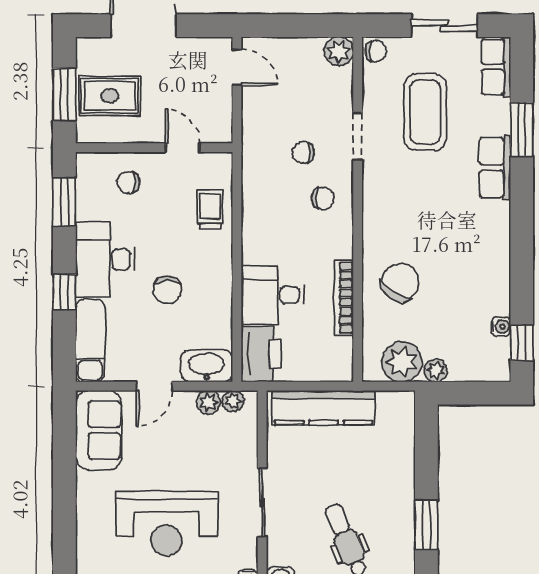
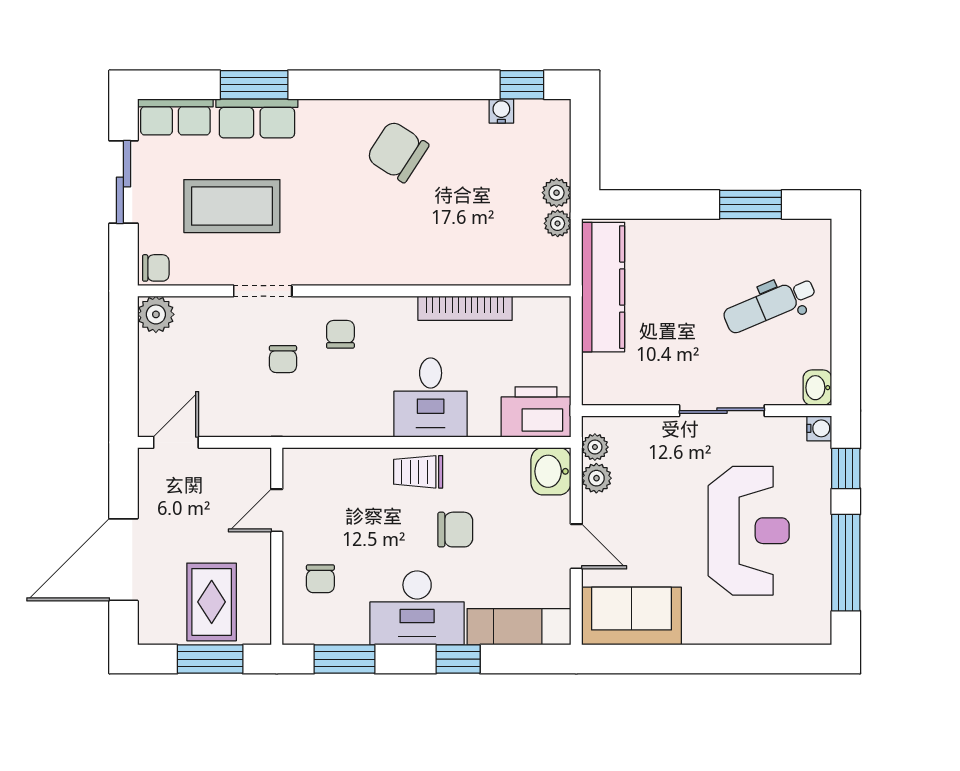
chair: (376, 51) -> (156, 268), turned 90
row of seats: (495, 168) -> (257, 118), moved
trolley: (210, 209) -> (418, 472), moved
chair: (400, 282) -> (398, 151), moved
desk: (273, 295) -> (431, 398), moved
plant: (402, 362) -> (558, 223), width x0.53, depth x0.53
washbasin: (207, 366) -> (551, 471), width x0.72
kitchen counter: (323, 408) -> (603, 287), moved

